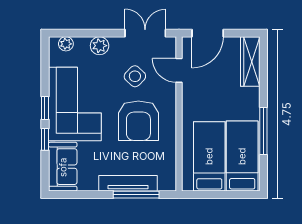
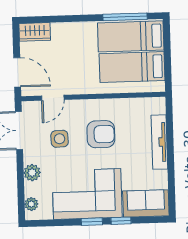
wardrobe: (250, 61) -> (35, 32), width x0.67
side table: (135, 76) -> (60, 139), turned 45
armchair: (138, 121) -> (101, 134), width x0.73, depth x0.73
window: (263, 131) -> (125, 17), moved
window: (136, 195) -> (170, 134), removed

